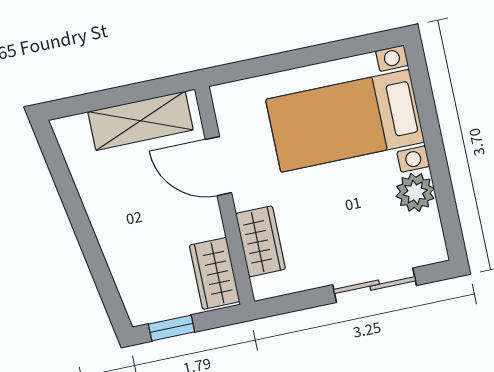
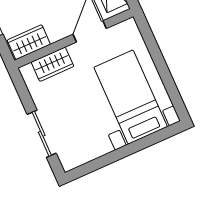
plant: (415, 192) -> (99, 145), removed

